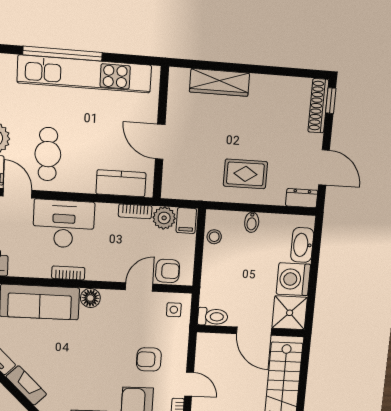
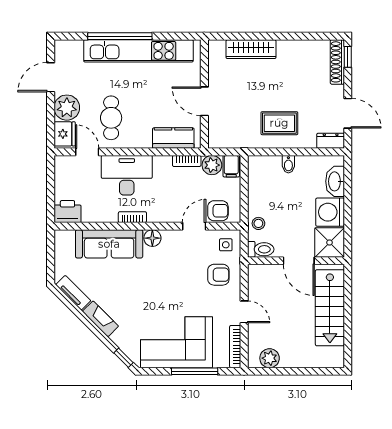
stool: (214, 237) -> (258, 223), moved
armchair: (149, 359) -> (218, 275), moved, turned 180

